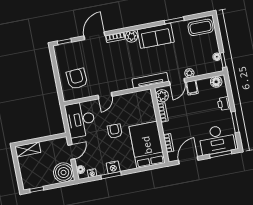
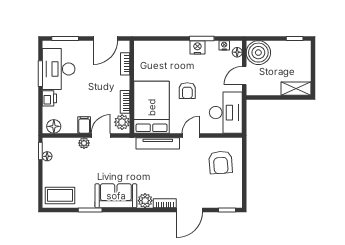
tv unit: (150, 80) -> (158, 143), moved
desk: (217, 140) -> (59, 69), moved, turned -90
bed: (147, 145) -> (152, 107), moved, turned 180

